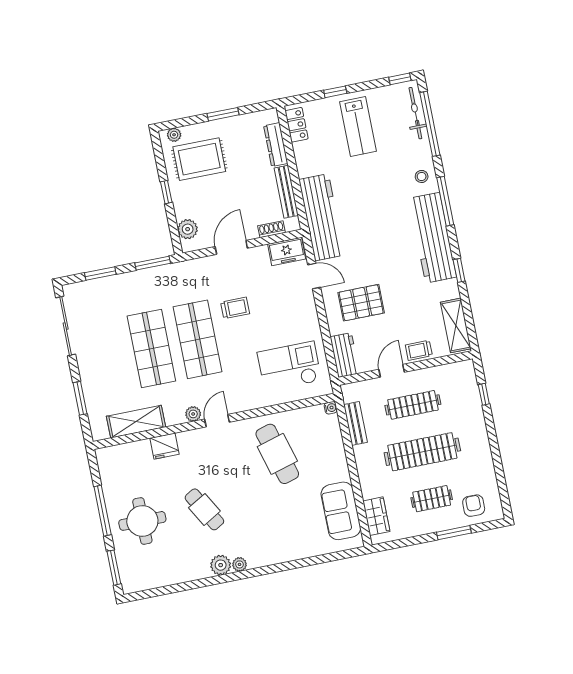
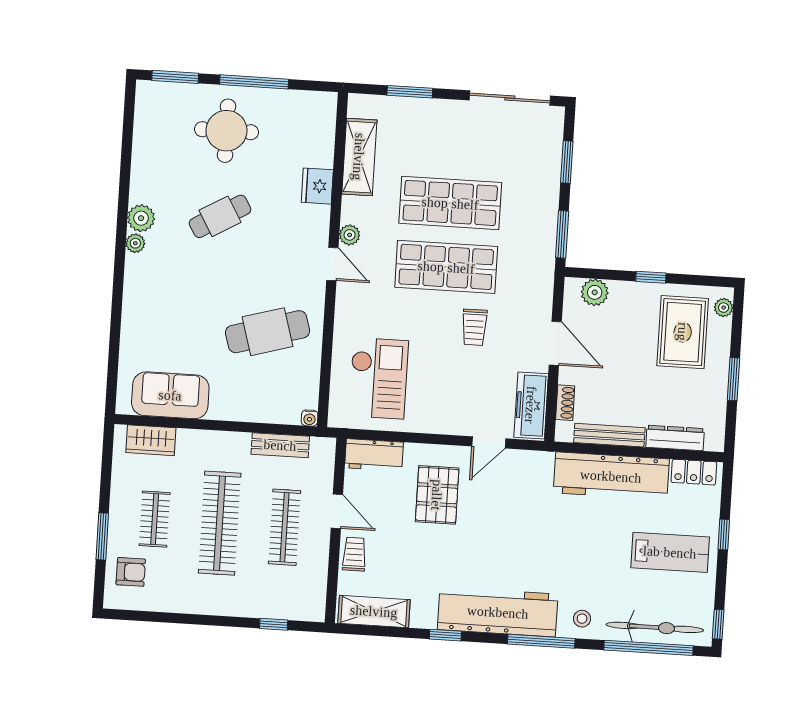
bicycle: (415, 113) -> (655, 627), width x1.37, depth x1.40
lab bench: (358, 126) -> (670, 552), turned 180
workbench: (322, 217) -> (611, 476), moved
freezer: (287, 251) -> (531, 405), width x1.40

